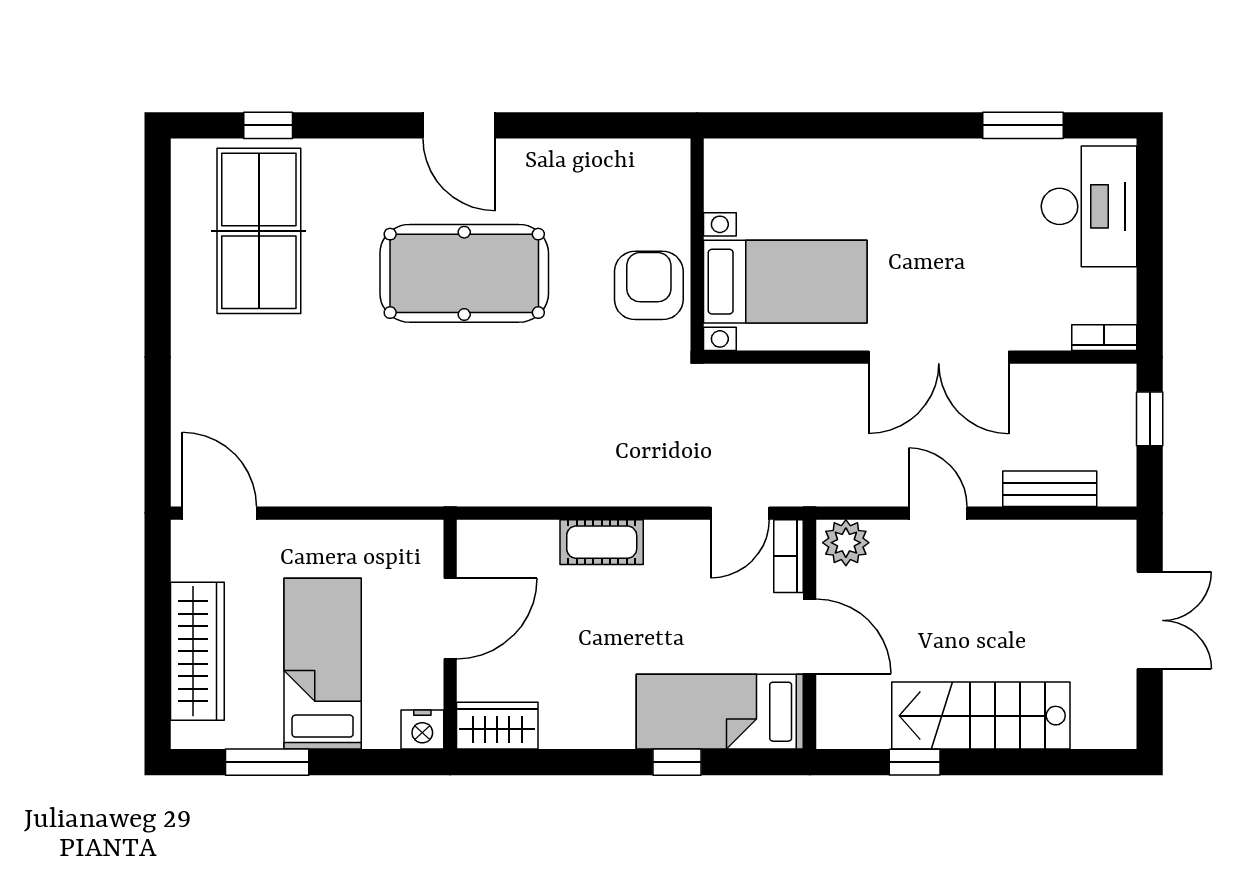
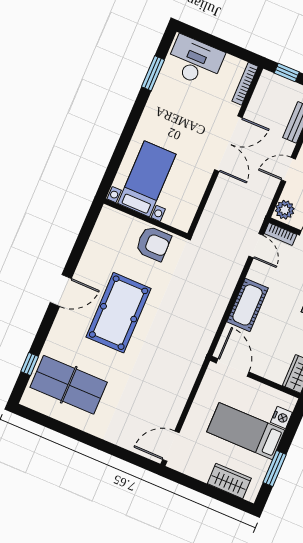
bed with nightstands: (785, 282) -> (147, 179), moved
armchair: (649, 285) -> (153, 244), turned 180
bookcase: (1104, 338) -> (245, 84), width x1.56
cot: (602, 542) -> (248, 305), width x1.37, depth x1.34
door: (450, 618) -> (233, 368), moved
wardrobe: (197, 651) -> (229, 481), width x0.67
nightstand: (422, 730) -> (281, 417), moved

